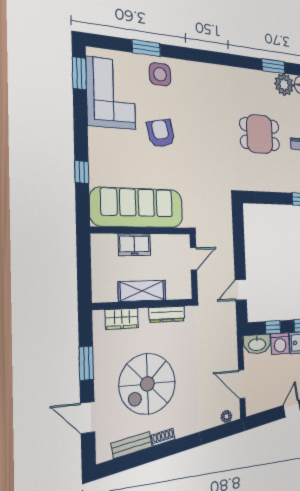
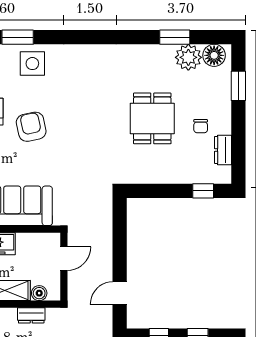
dining table: (260, 134) -> (152, 118), turned 90
boiler: (173, 292) -> (39, 293), added
dresser: (167, 314) -> (31, 315), width x0.70

